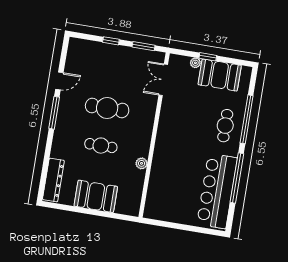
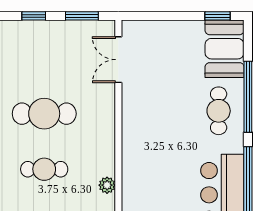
window: (208, 57) -> (218, 16), moved
plant: (195, 63) -> (161, 27), removed
booth: (220, 75) -> (225, 49), moved, turned 90

